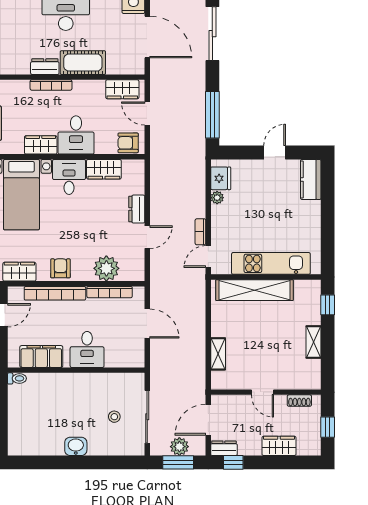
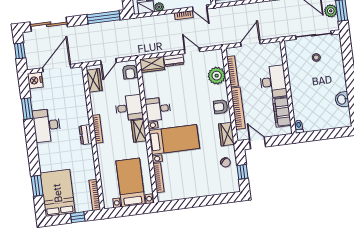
cot: (83, 63) -> (80, 109), removed
wardrobe: (104, 169) -> (152, 64), moved, turned 90
desk: (87, 349) -> (273, 82), width x1.37
washbasin: (76, 446) -> (342, 99), moved

